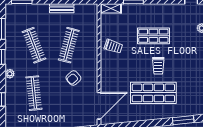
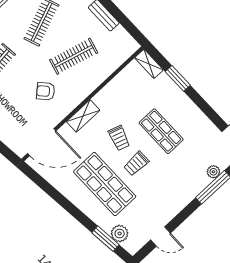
trolley: (113, 46) -> (119, 138), moved
shelving: (106, 70) -> (83, 116), added
plant: (188, 110) -> (120, 234), added

